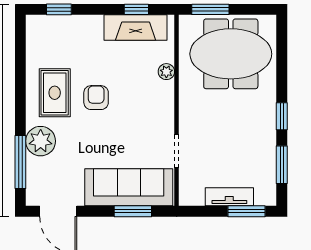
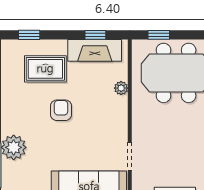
window: (210, 9) -> (159, 35), width x0.67
rug: (55, 93) -> (45, 69), moved, turned 90

